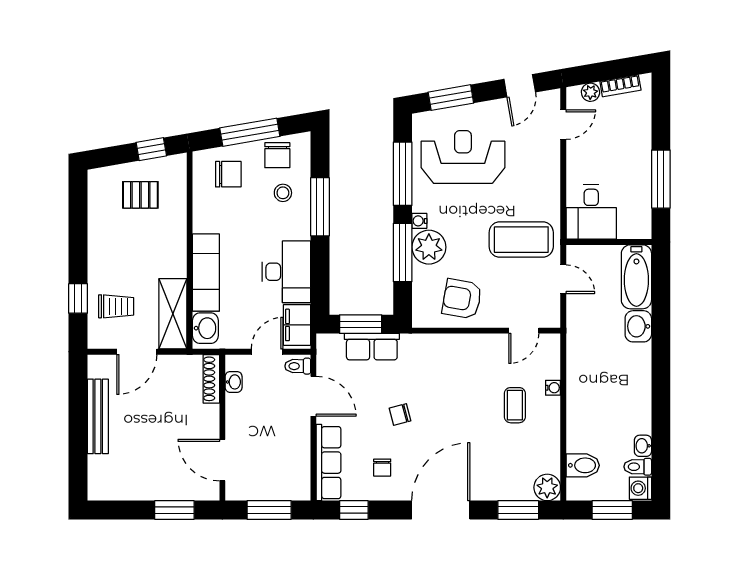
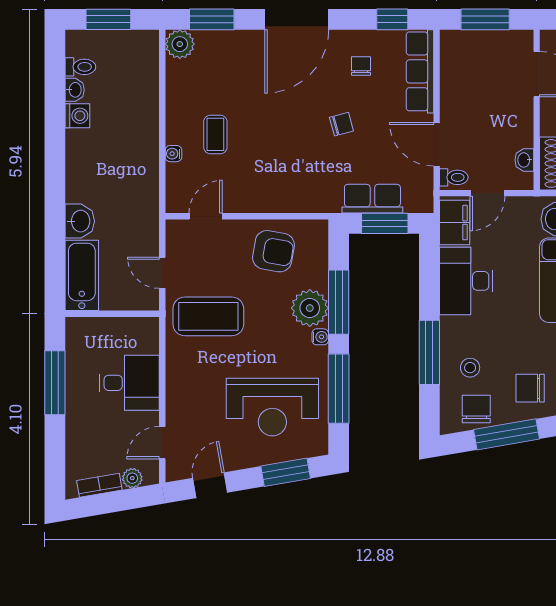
desk: (591, 212) -> (129, 383), moved, turned 90
bidet: (583, 465) -> (141, 68), removed
washing machine: (640, 488) -> (77, 116), moved

